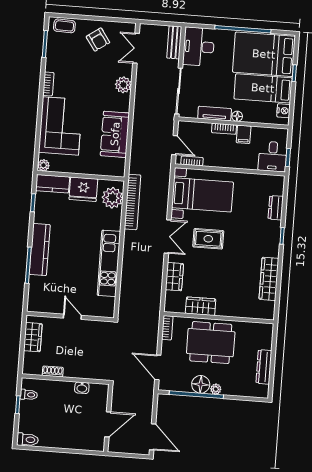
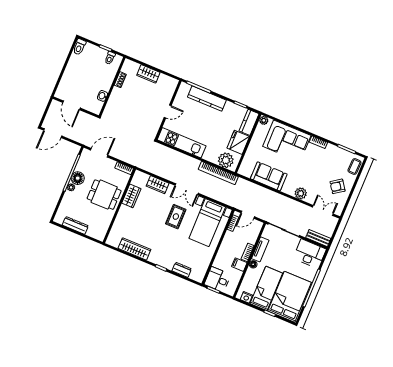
wall: (70, 317) -> (168, 110), moved
door: (72, 317) -> (168, 112), moved
dining table: (211, 343) -> (104, 195), width x0.73

